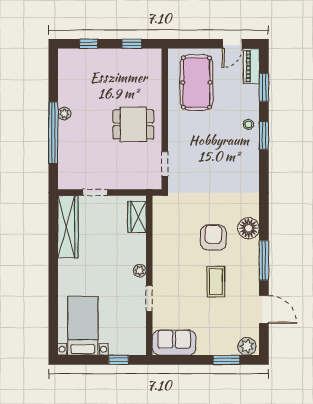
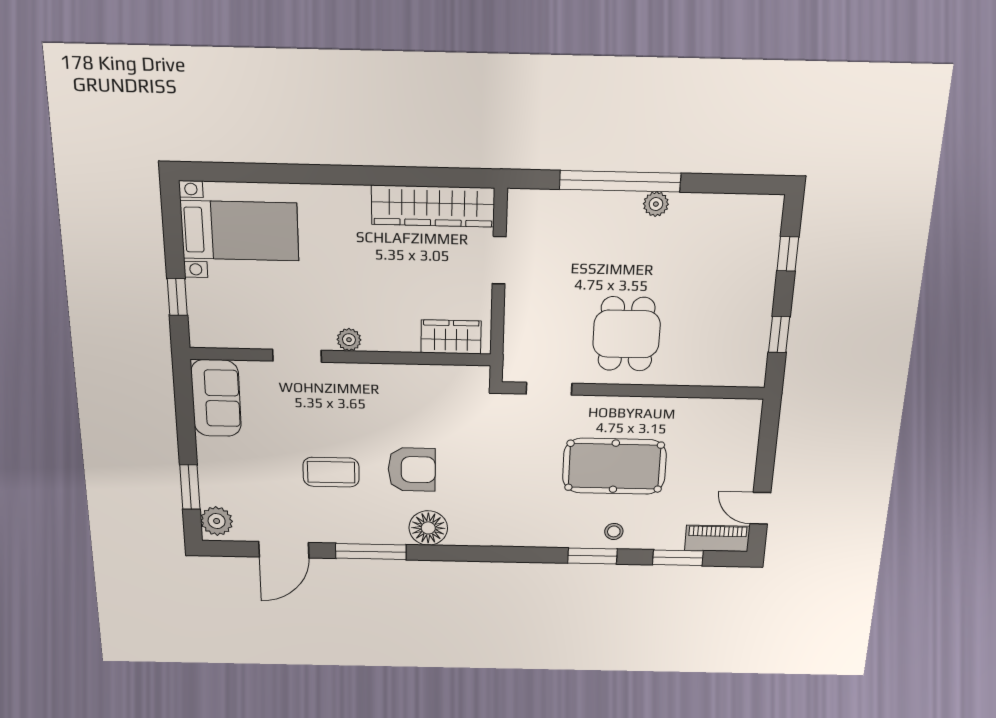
pool table: (196, 83) -> (614, 466), moved

